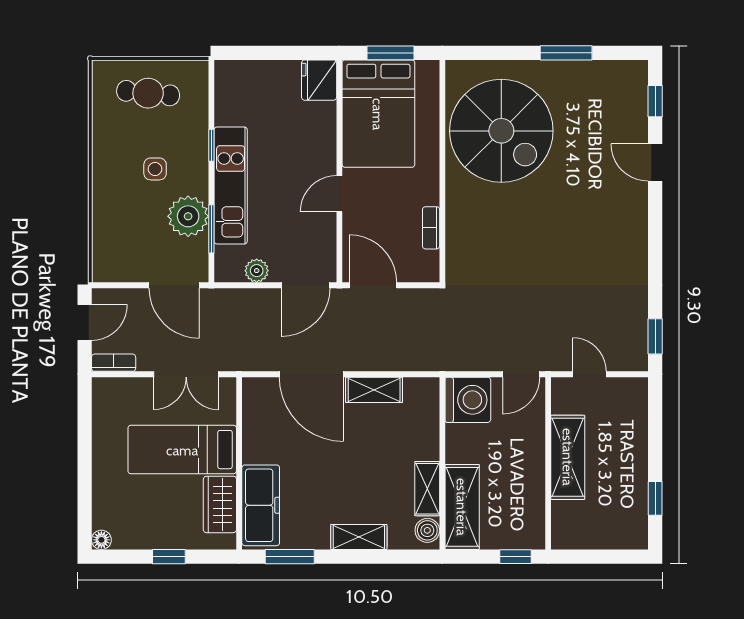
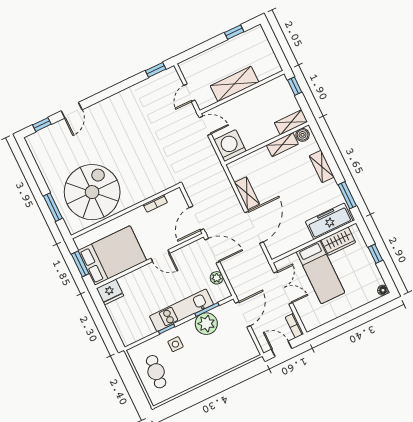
window: (566, 53) -> (53, 207), moved
side table: (155, 169) -> (175, 344), moved
shelving: (462, 507) -> (291, 122), width x0.67, depth x0.75

